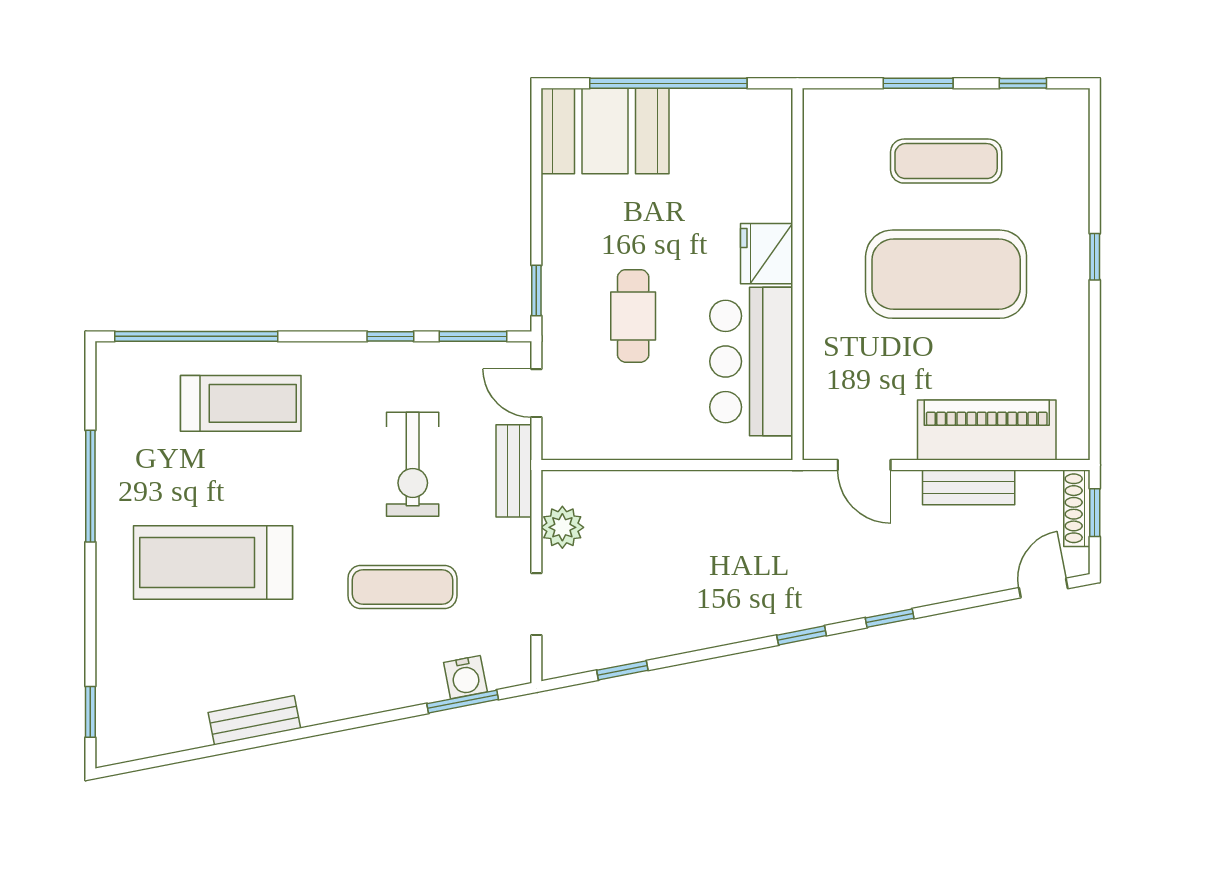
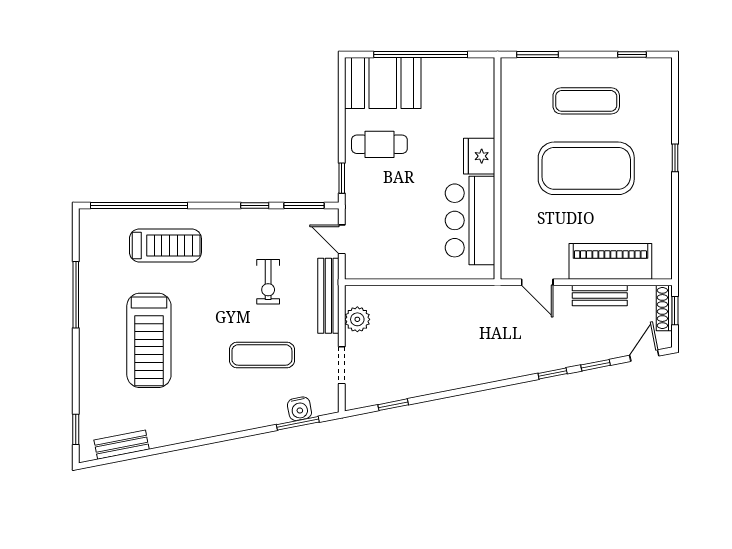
window: (918, 83) -> (538, 55), moved
cafe table: (633, 316) -> (379, 144), moved, turned 90
exercise bike: (413, 464) -> (268, 282), width x0.73, depth x0.72
bench: (514, 471) -> (328, 296), width x1.36
treadmill: (213, 562) -> (149, 340), turned -90
window: (802, 635) -> (596, 365), moved
bench: (254, 720) -> (122, 445), moved

